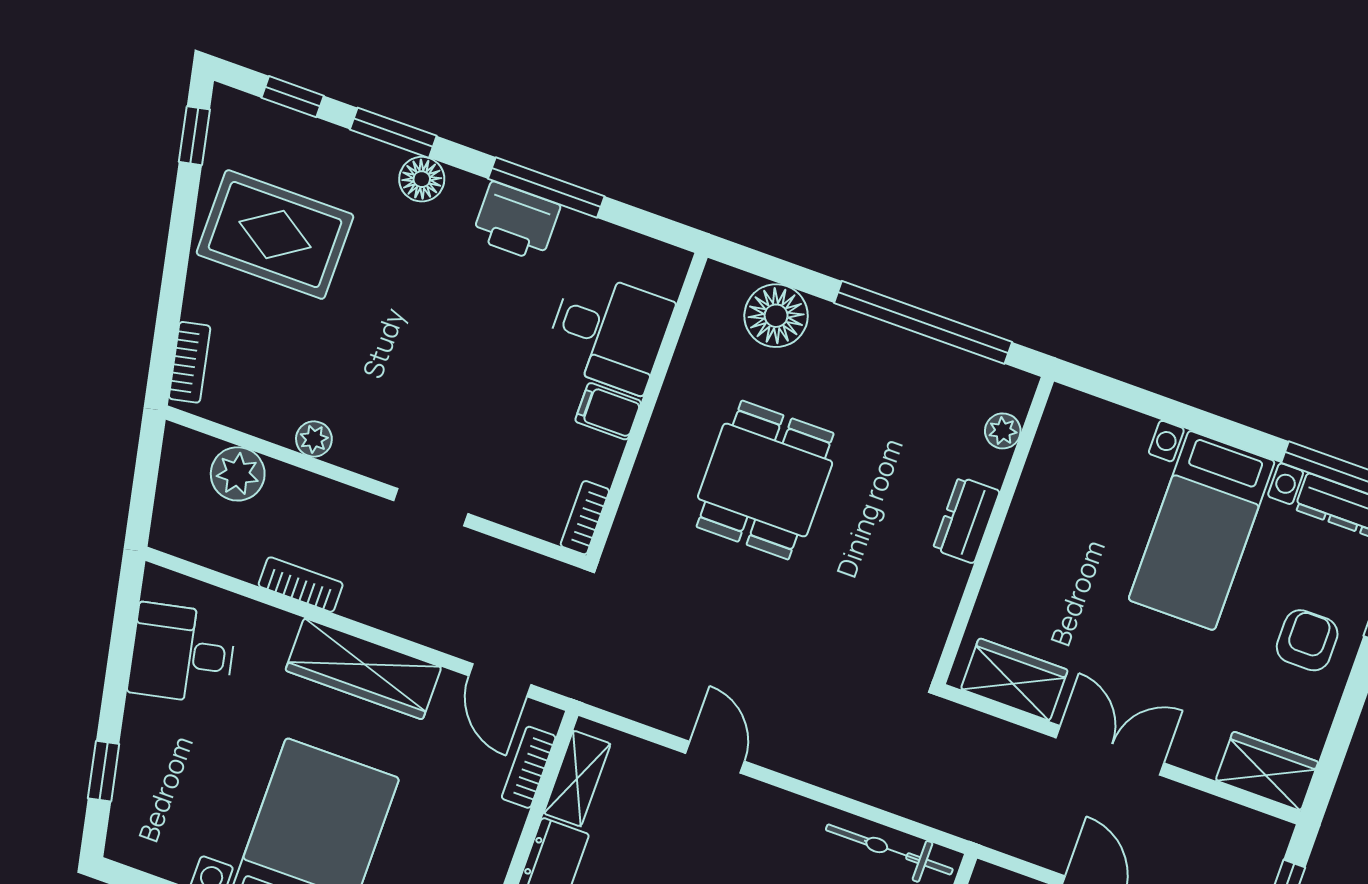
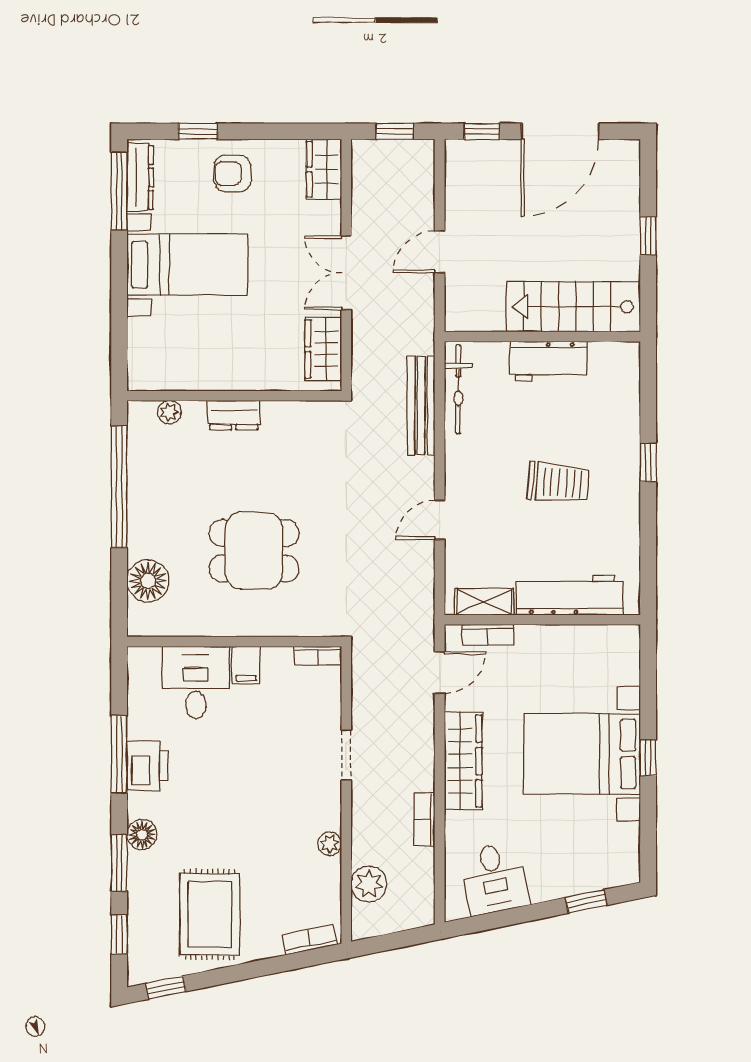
bench: (885, 789) -> (421, 406), added

